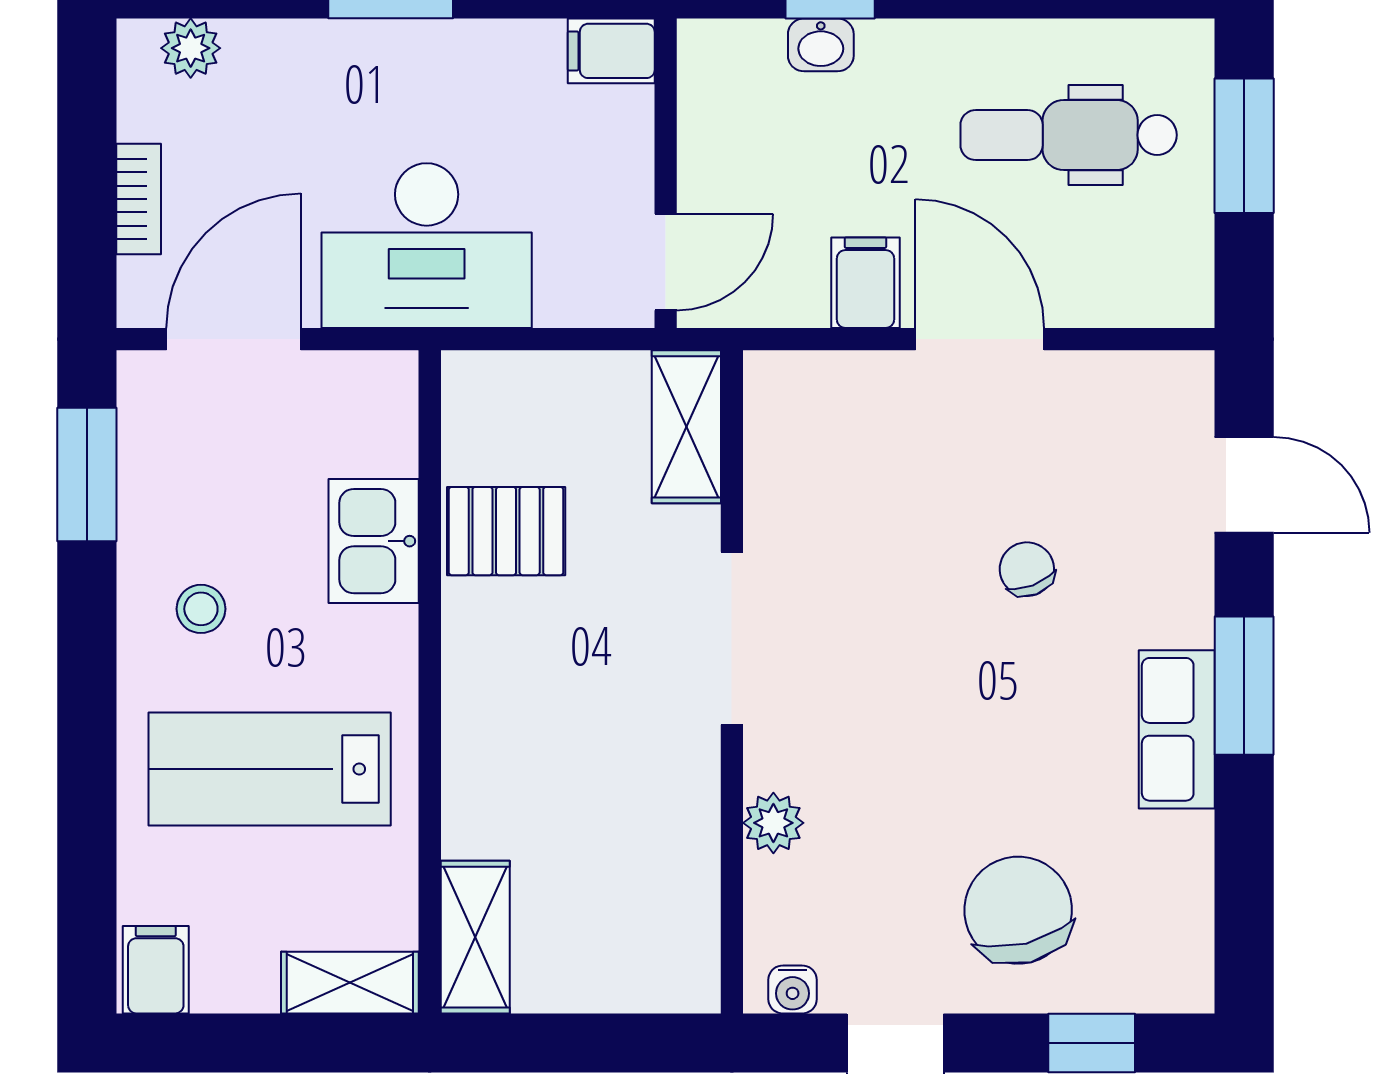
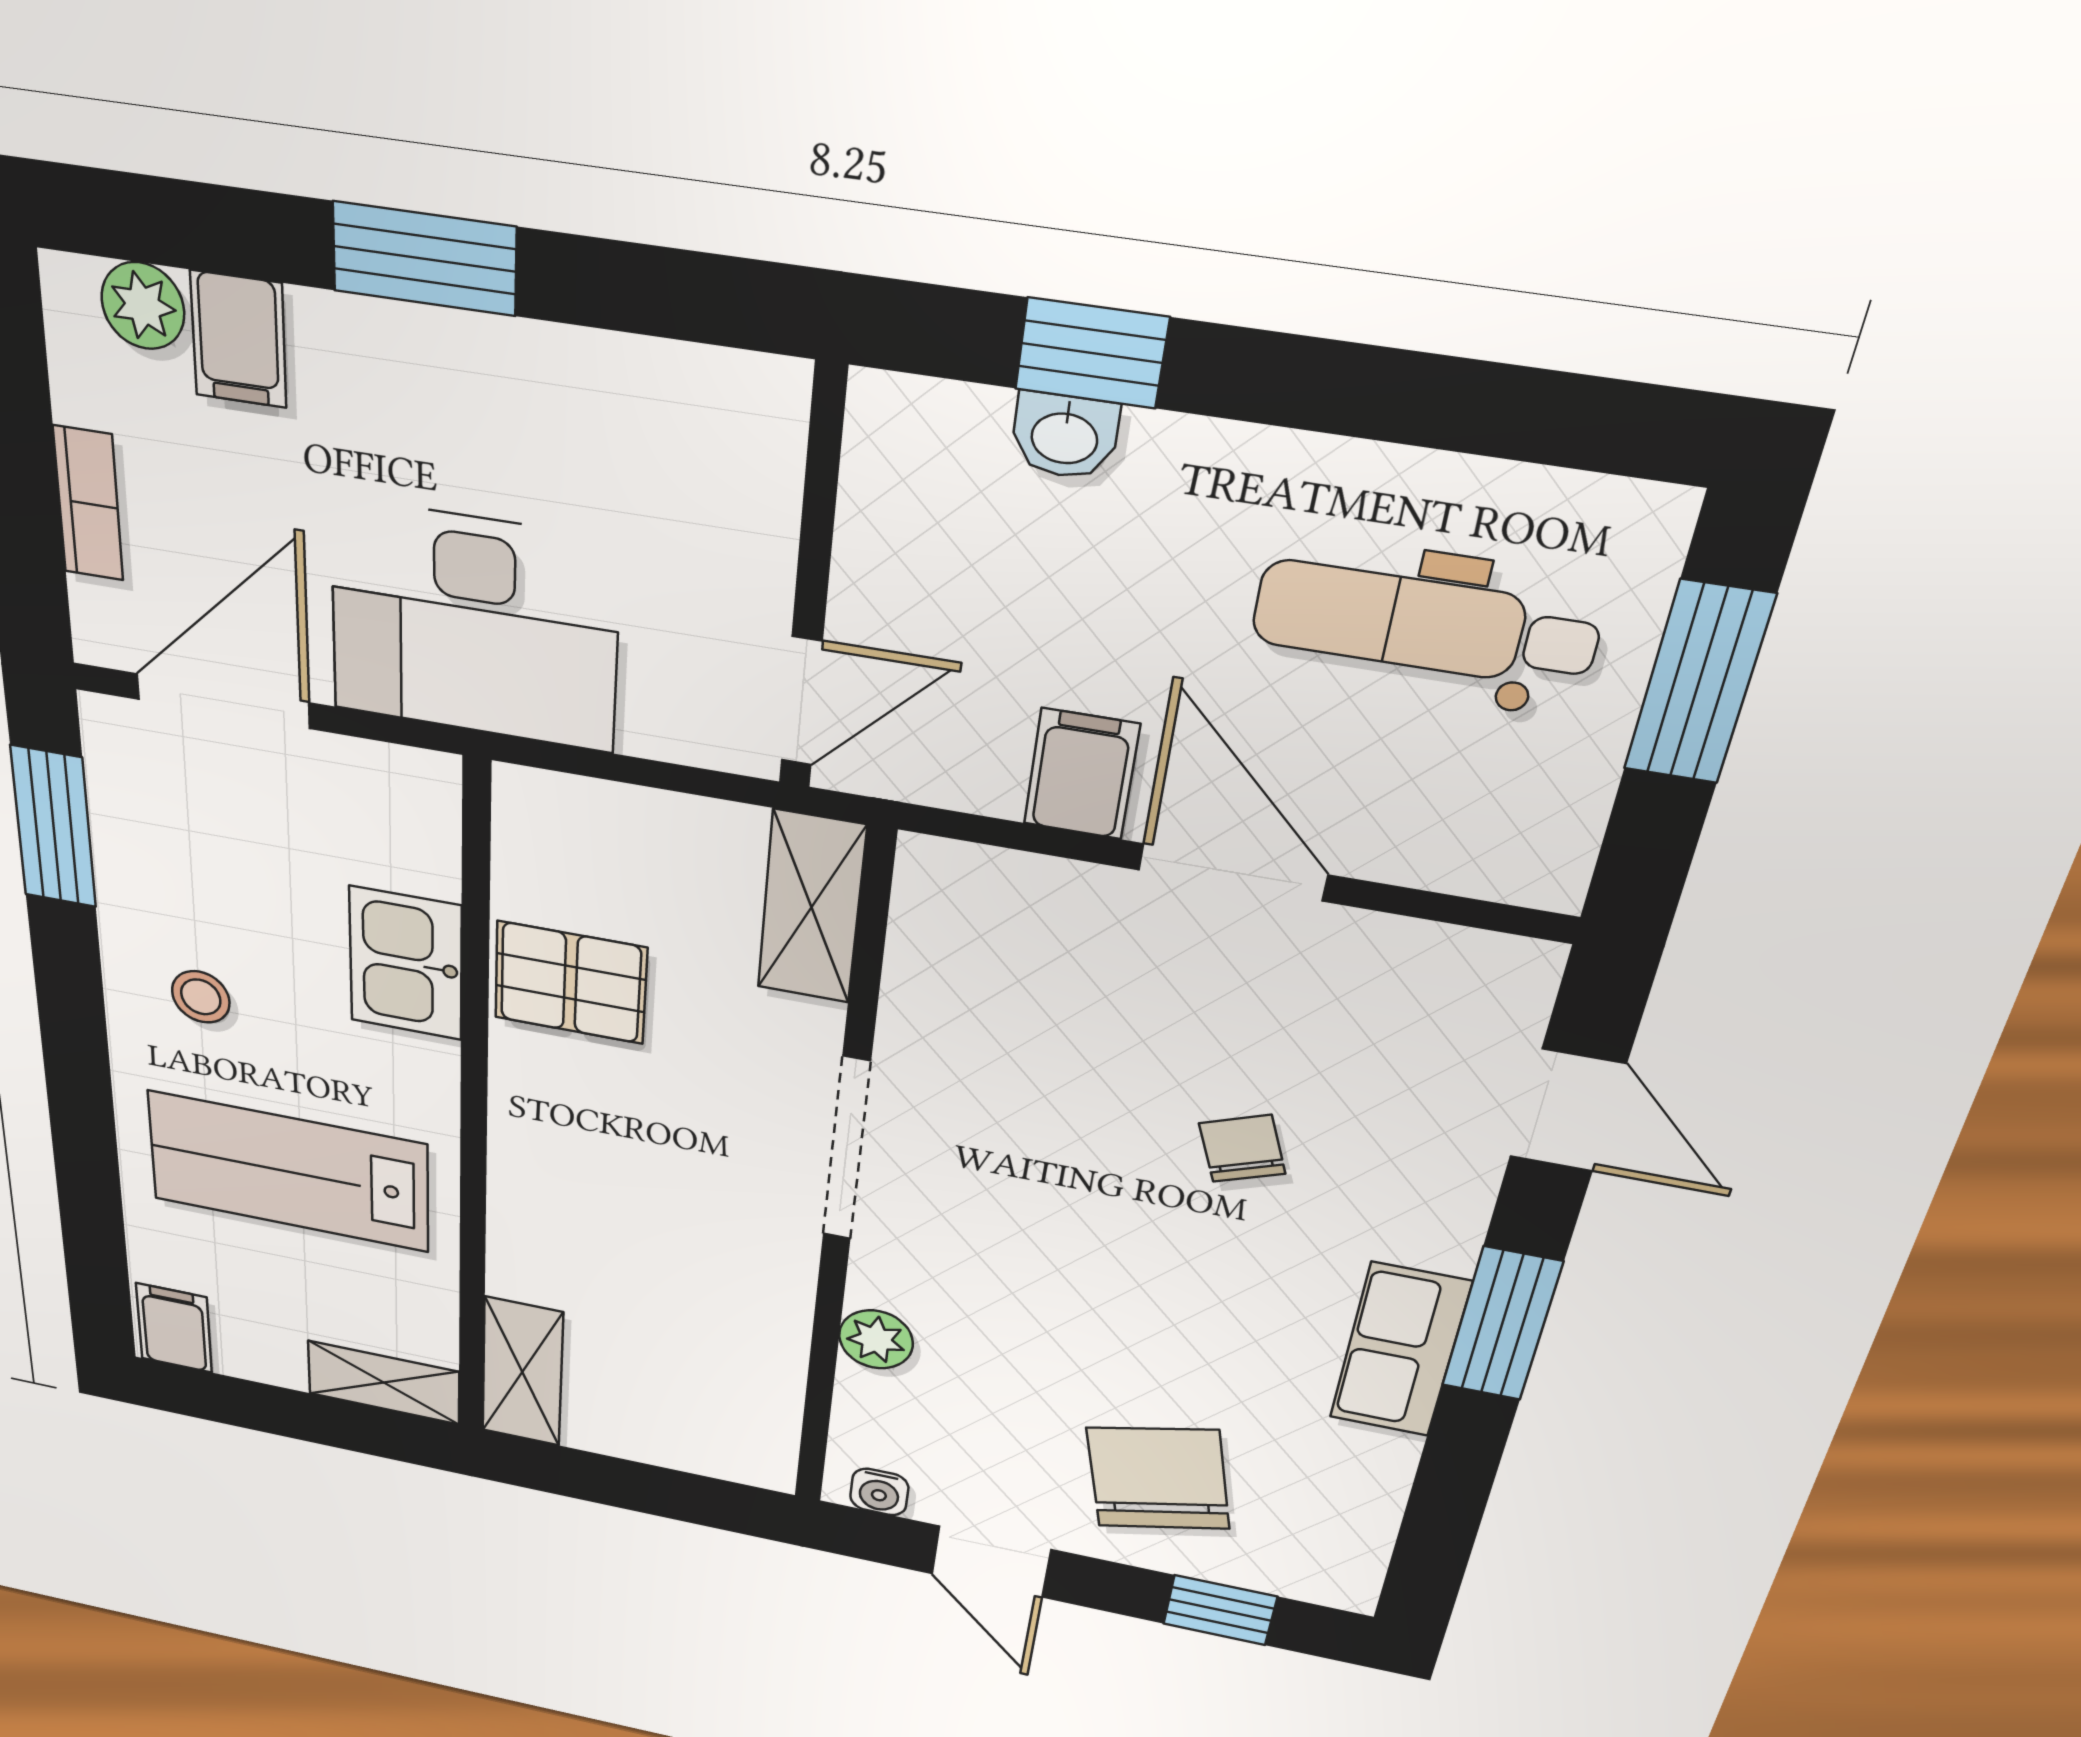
filing cabinet: (611, 51) -> (239, 339), moved, turned -90

